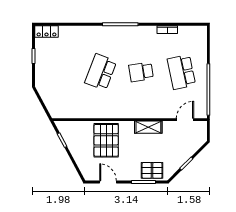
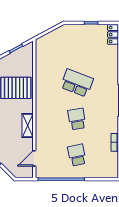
school desk: (181, 72) -> (77, 155), width x0.54
door: (185, 120) -> (34, 158), swing flipped

